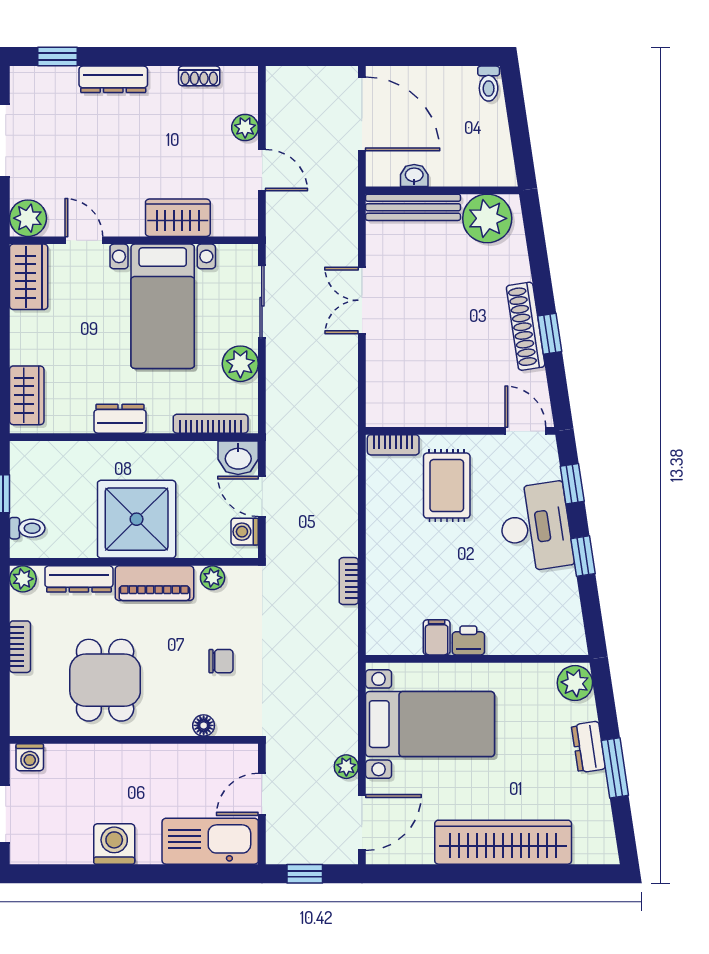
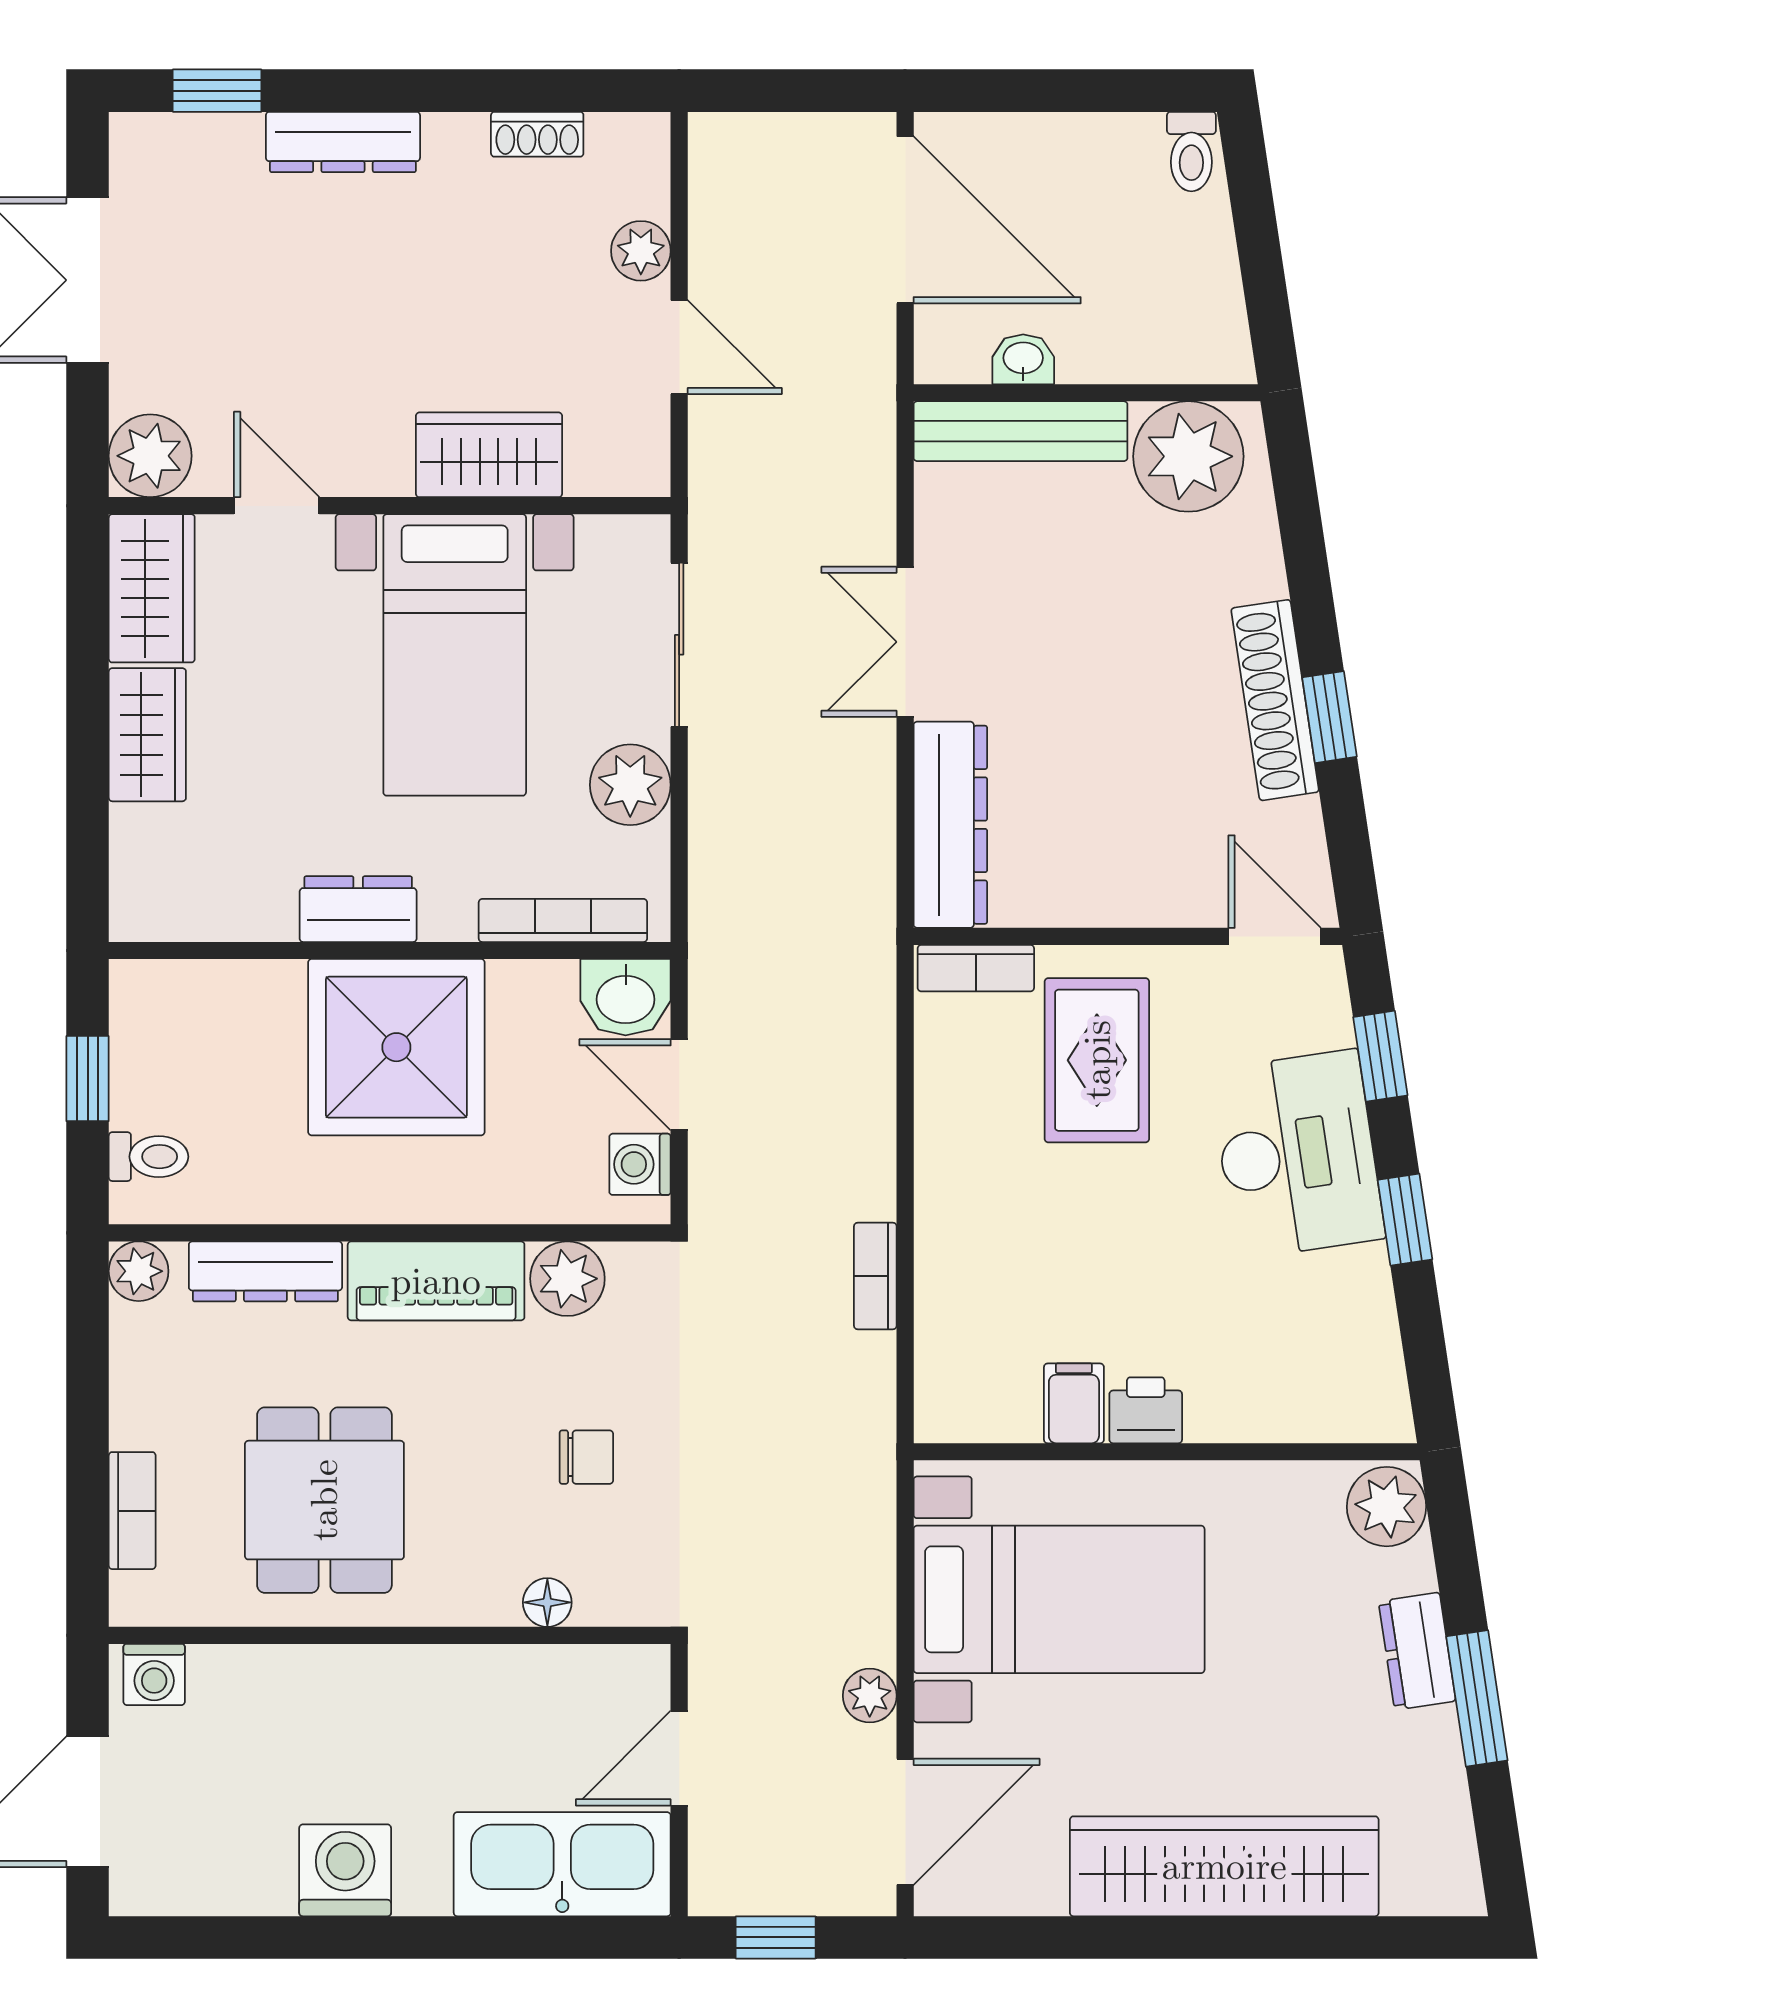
dresser: (382, 381) -> (950, 825), added
wardrobe: (27, 395) -> (147, 735), moved
shower: (137, 519) -> (396, 1047), moved
plant: (213, 578) -> (567, 1279), width x1.38, depth x1.38
bookcase: (20, 647) -> (132, 1511), moved

